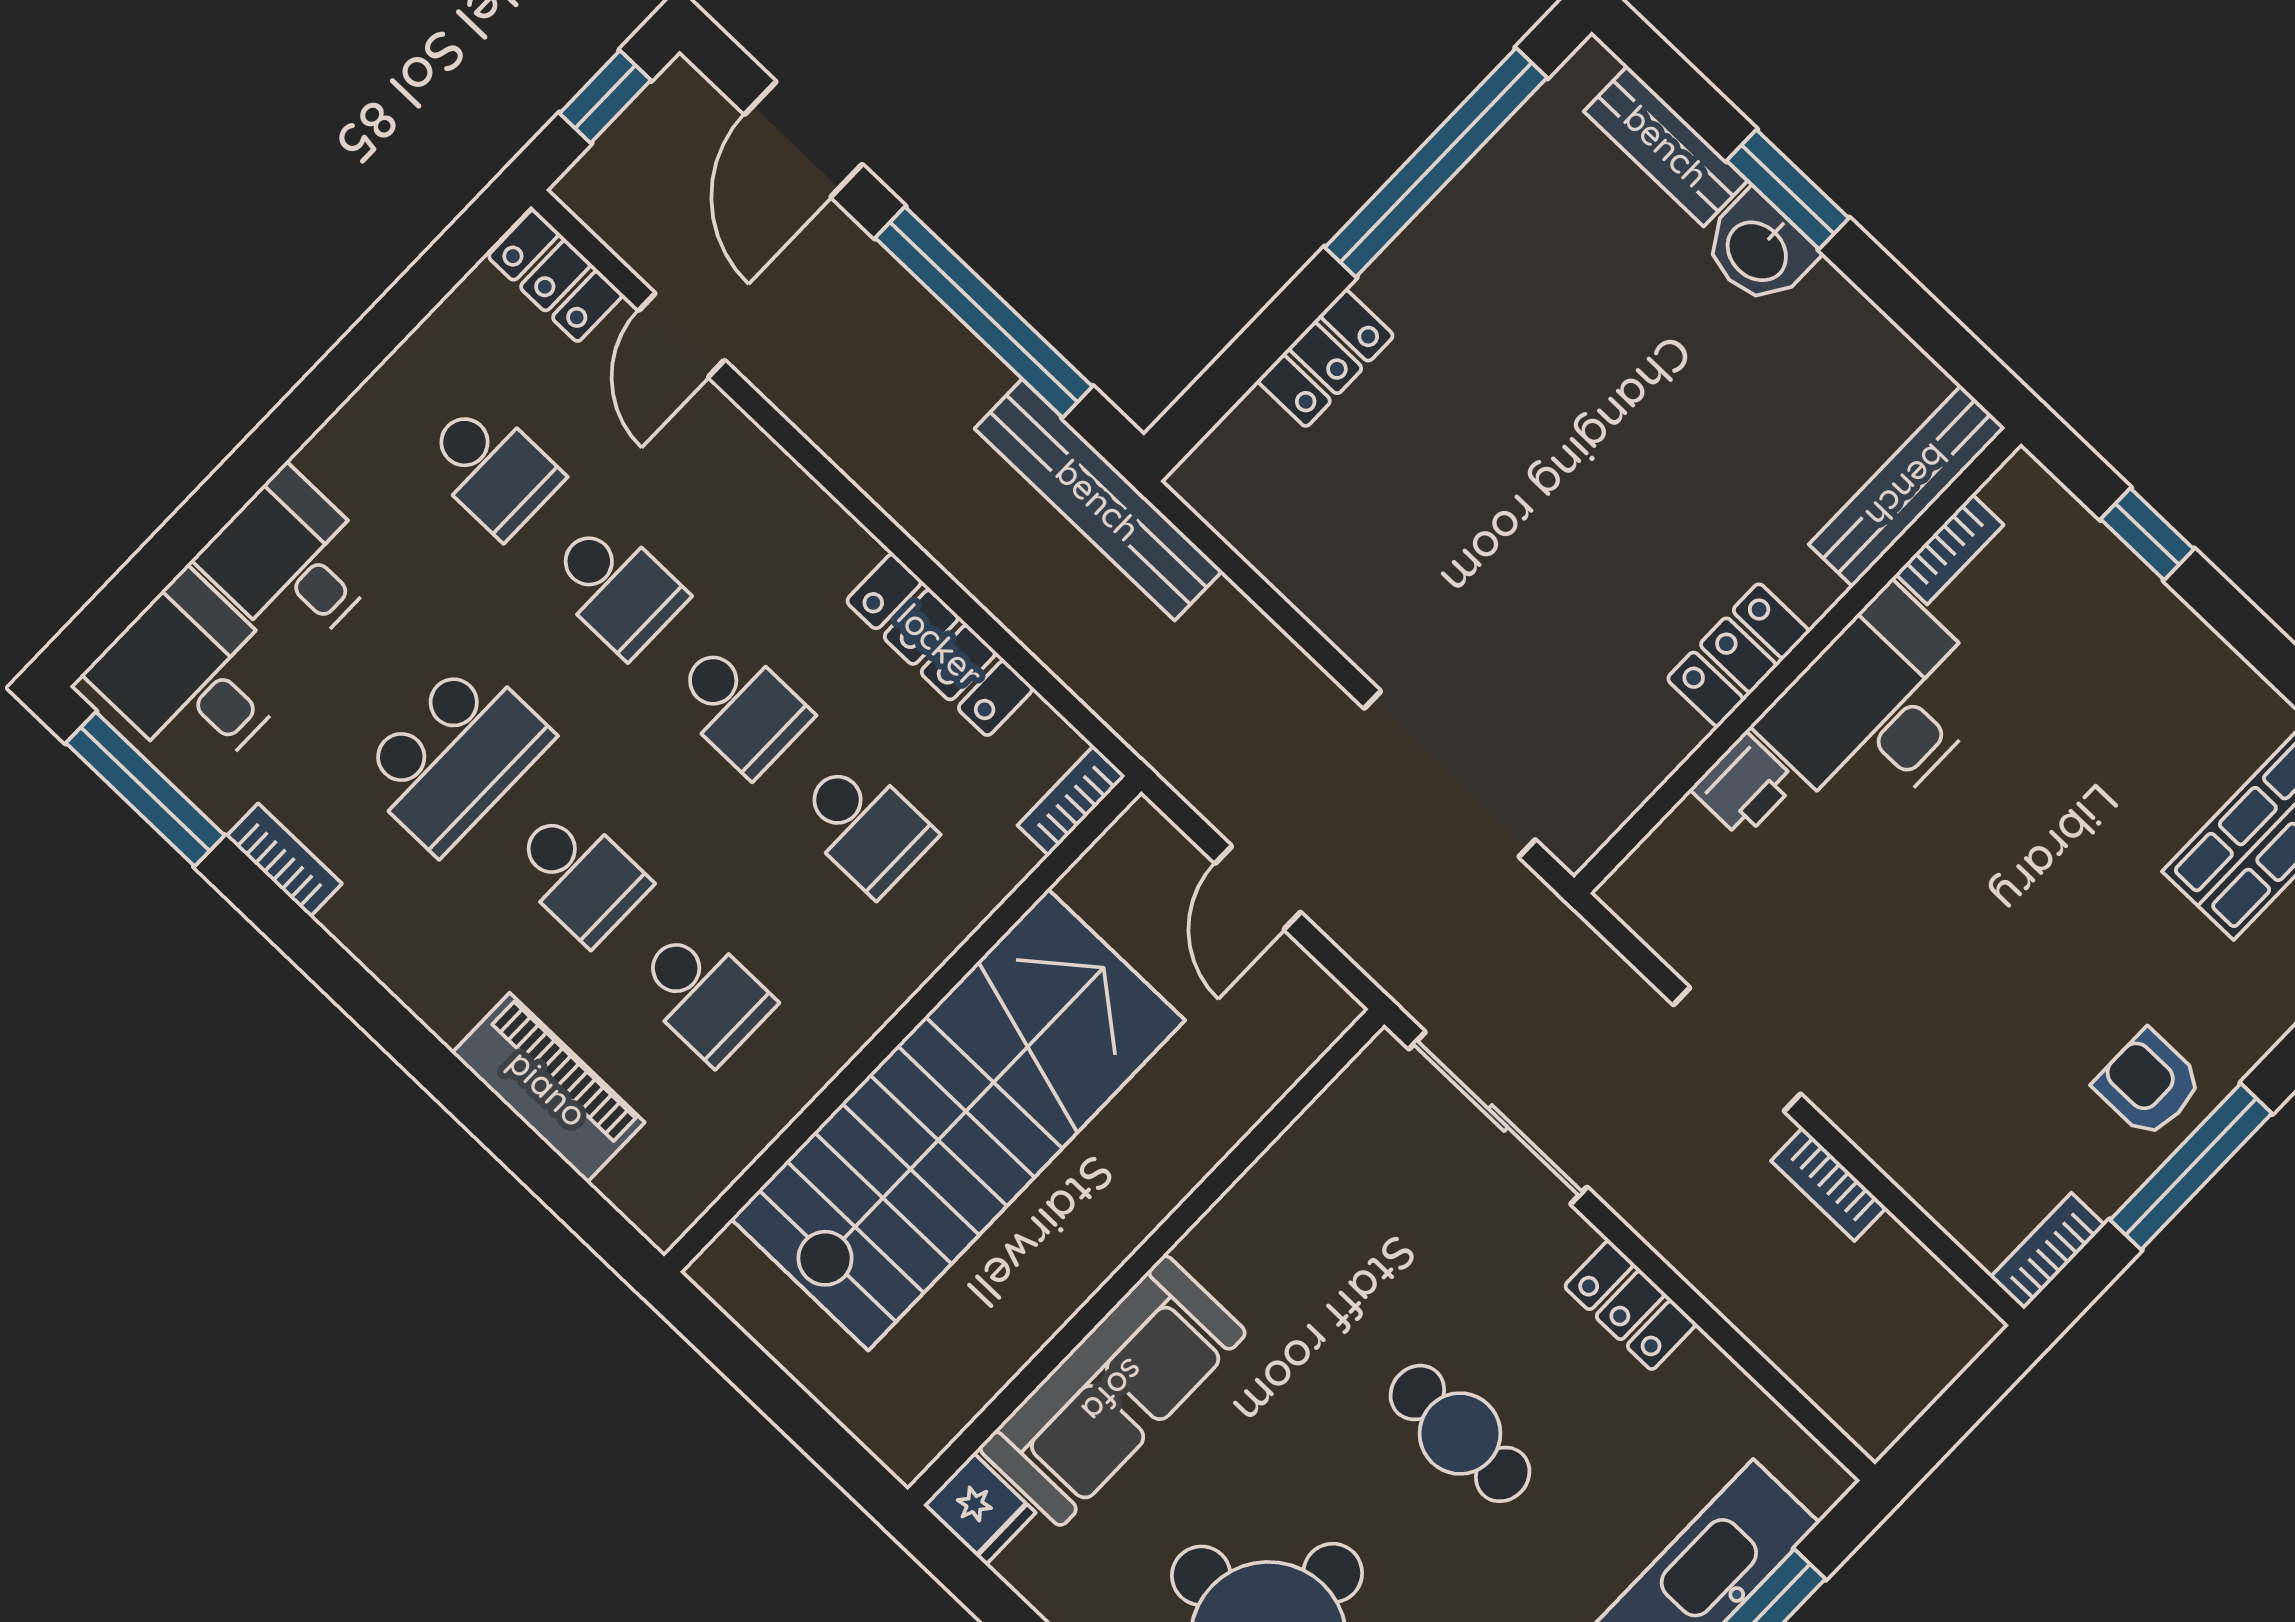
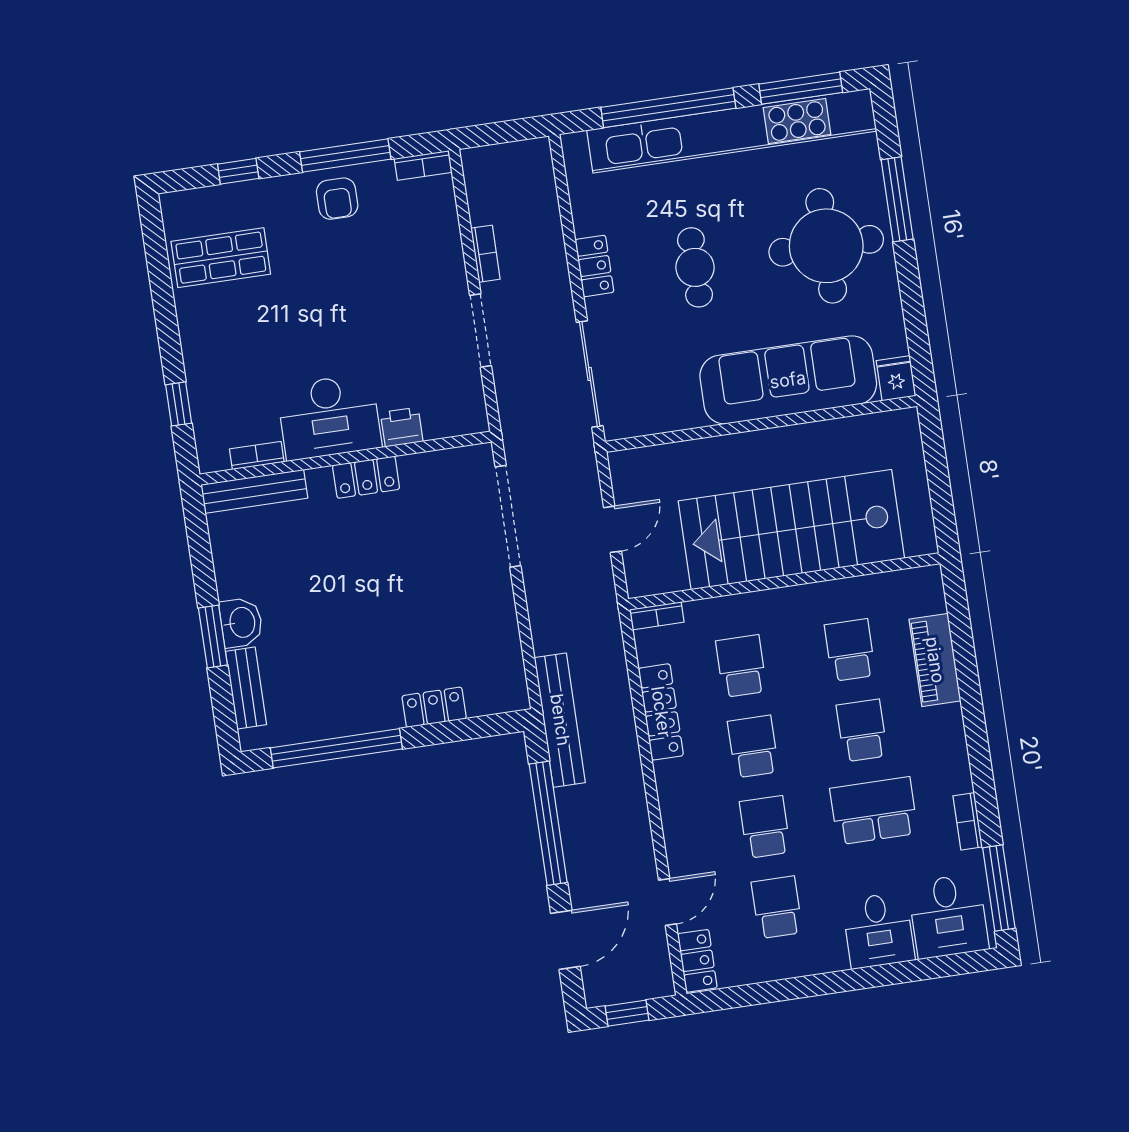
sofa: (1113, 1391) -> (788, 380), width x1.36, depth x1.27

